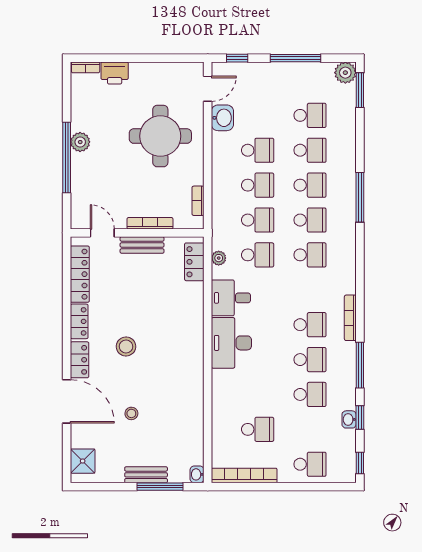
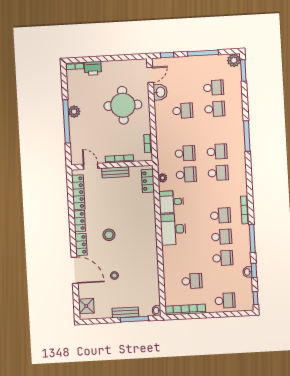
school desk: (258, 185) -> (184, 132), removed
school desk: (310, 185) -> (216, 130), removed

